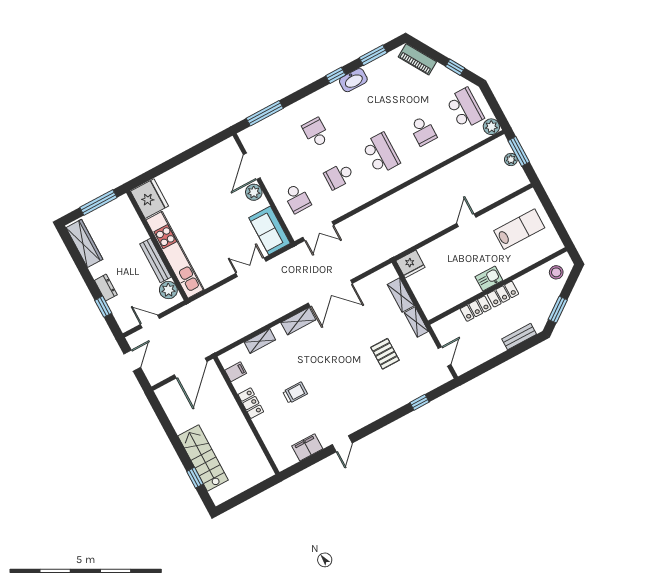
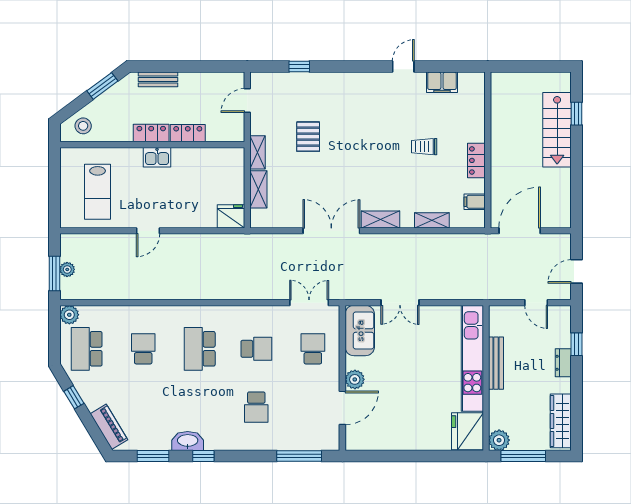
lab bench: (519, 229) -> (98, 192), turned -90
plant: (168, 290) -> (499, 440), moved

